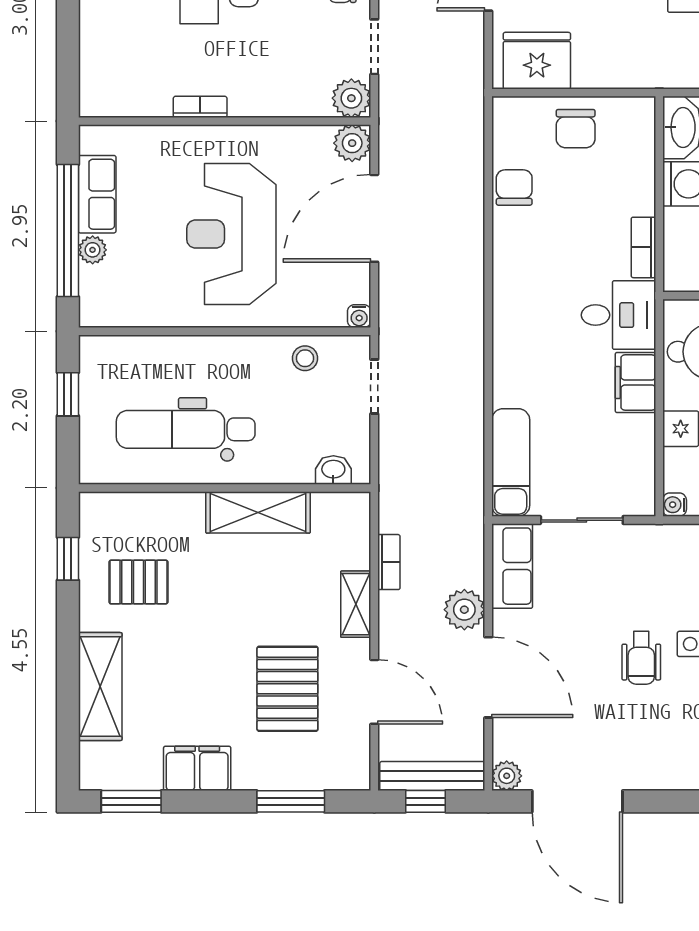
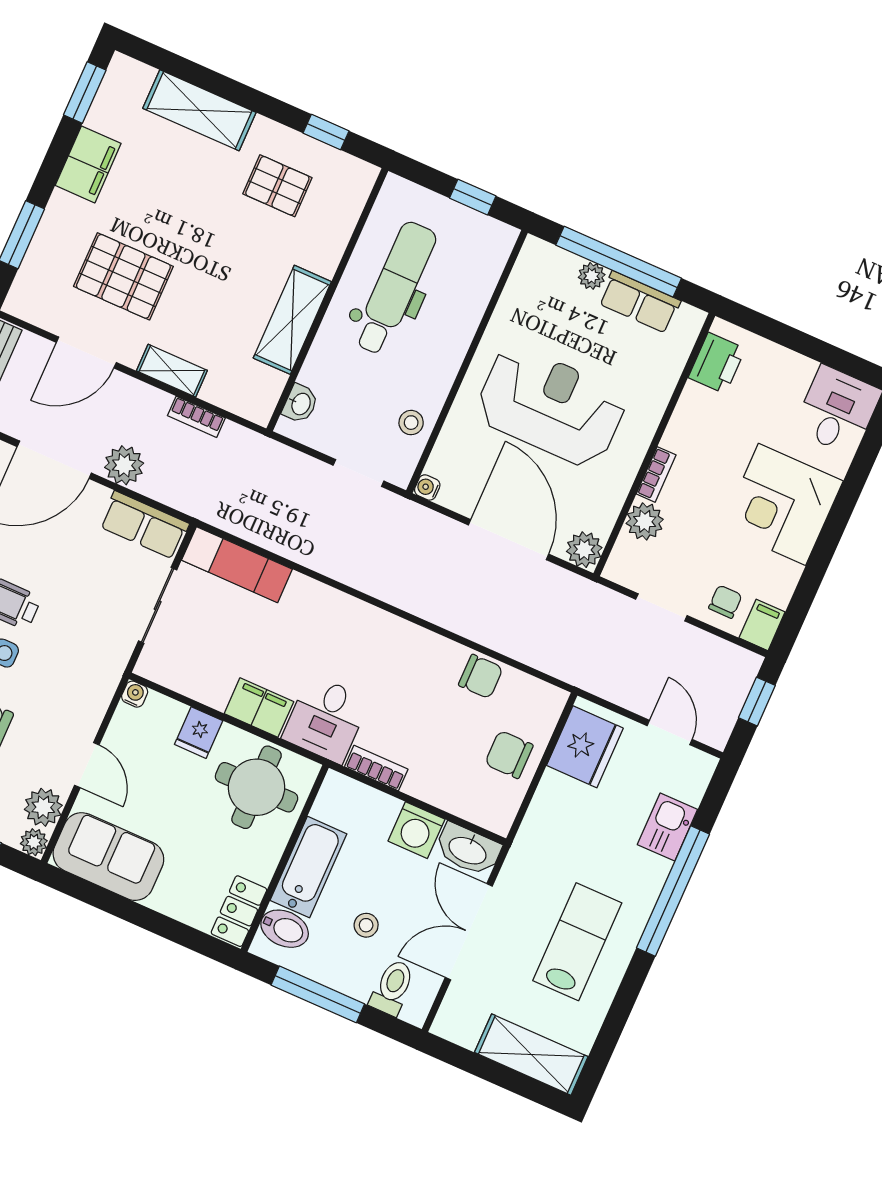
printer: (122, 96) -> (717, 363), added
plant: (351, 98) -> (645, 521), moved
bookcase: (200, 107) -> (656, 474), moved
pallet: (138, 582) -> (277, 186), turned 90

